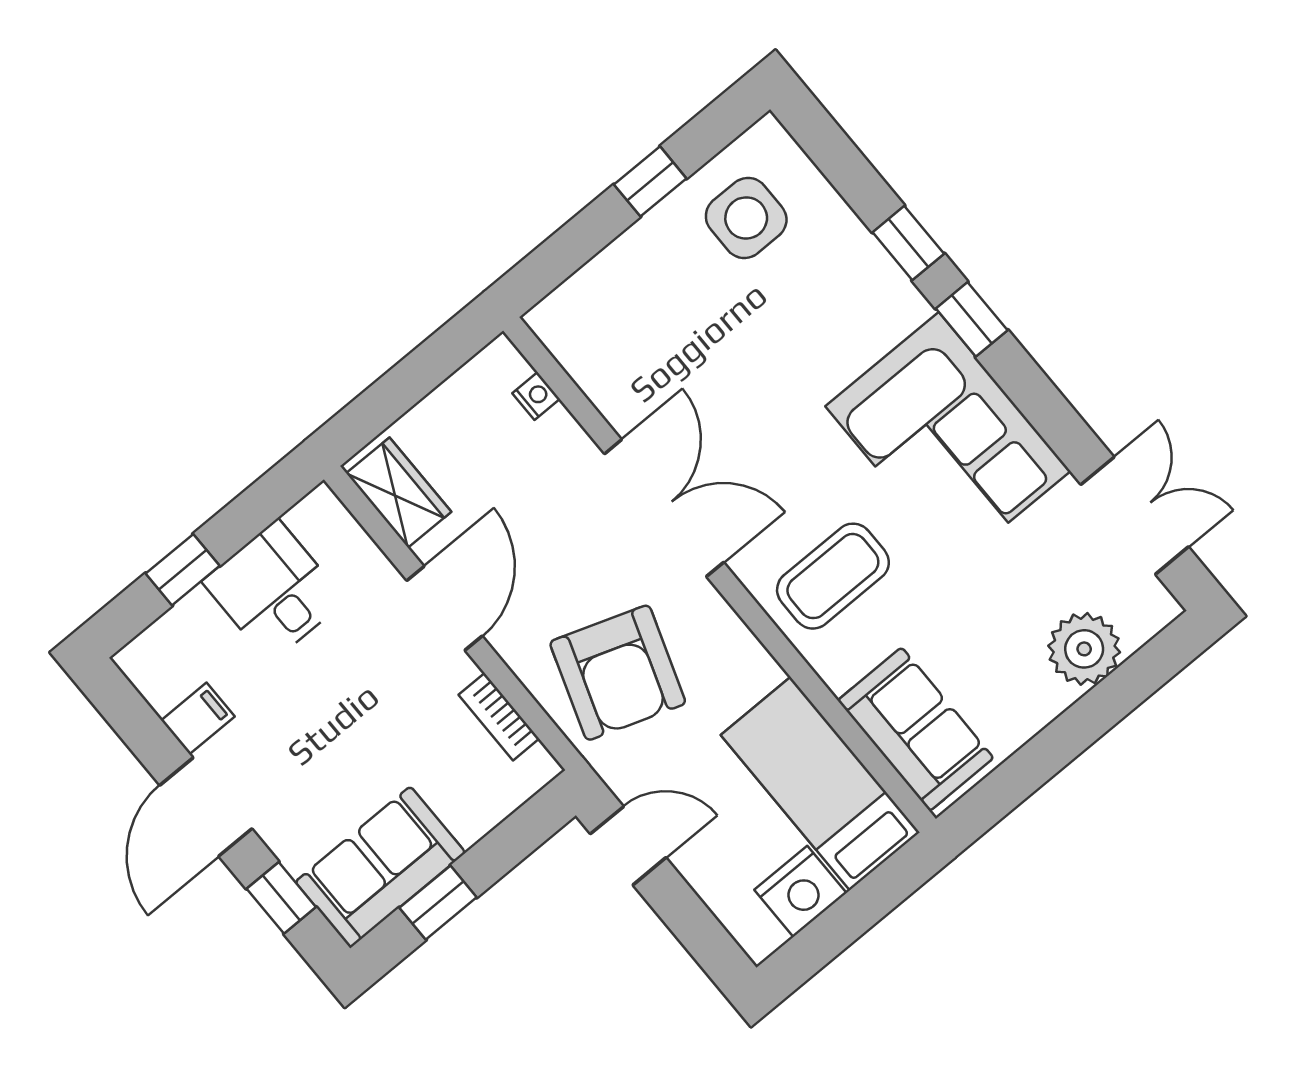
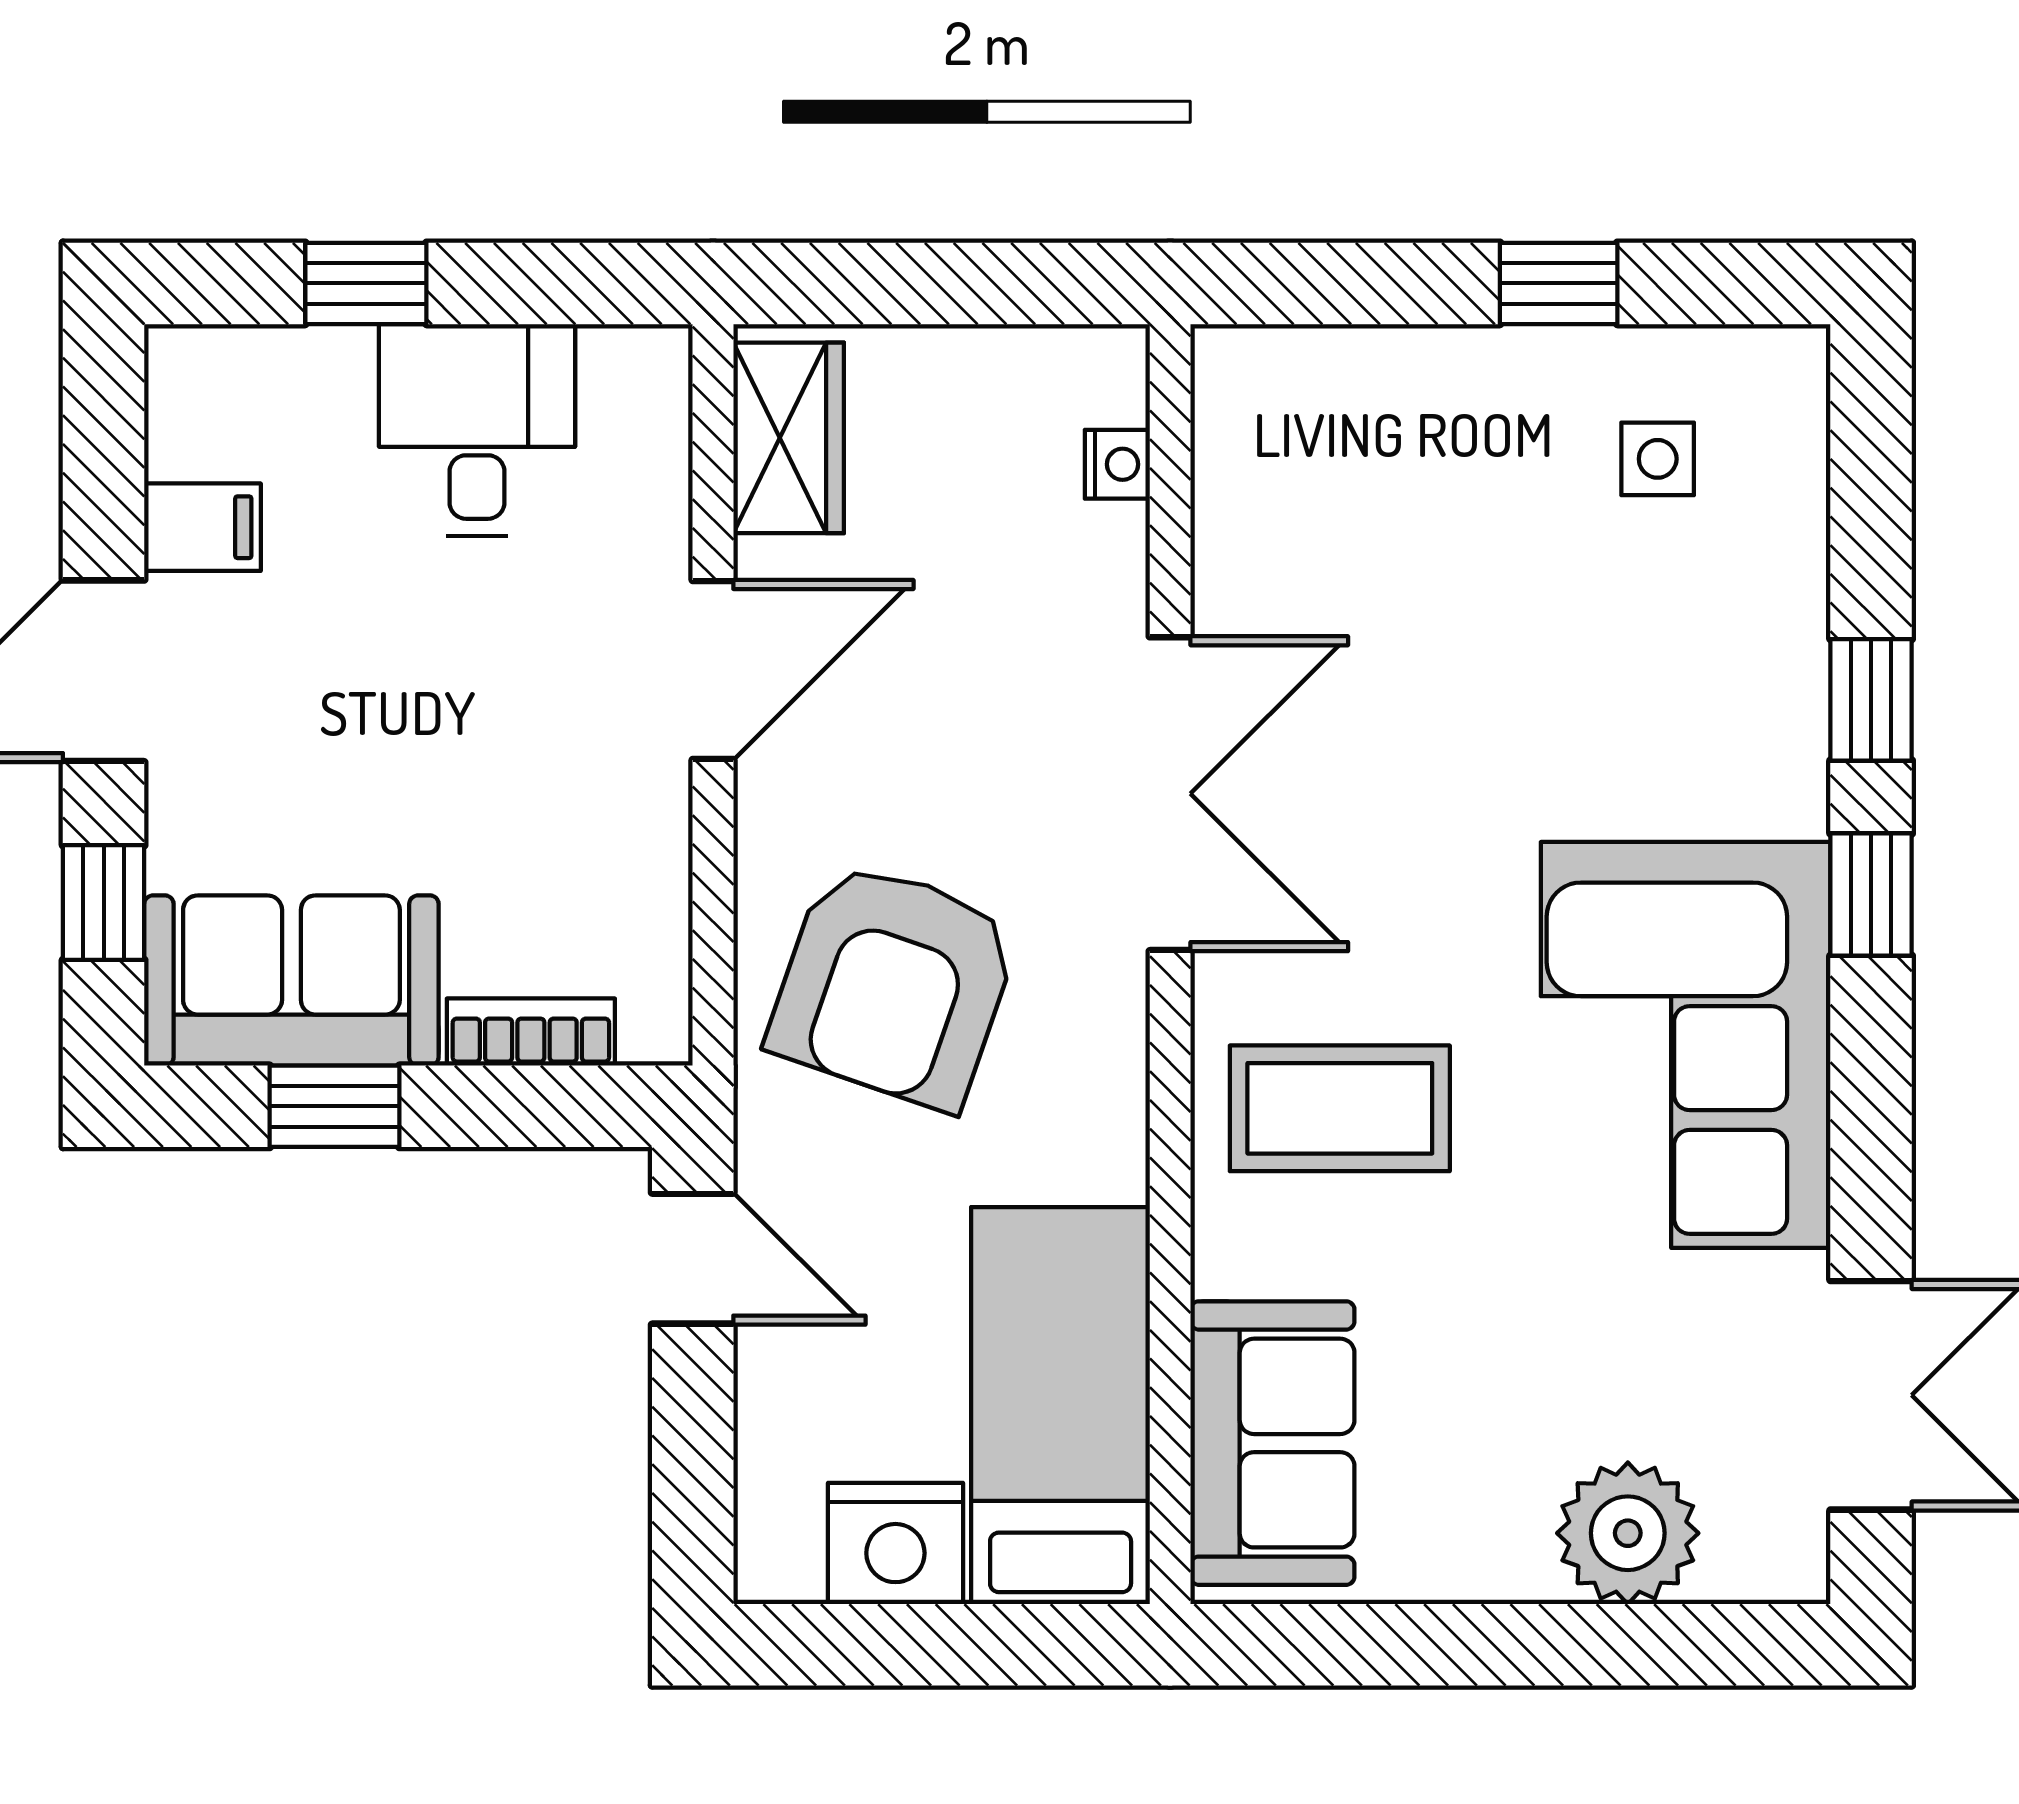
side table: (746, 218) -> (1658, 459), width x0.54, depth x0.54
bookcase: (499, 717) -> (531, 1032), moved, turned 90

